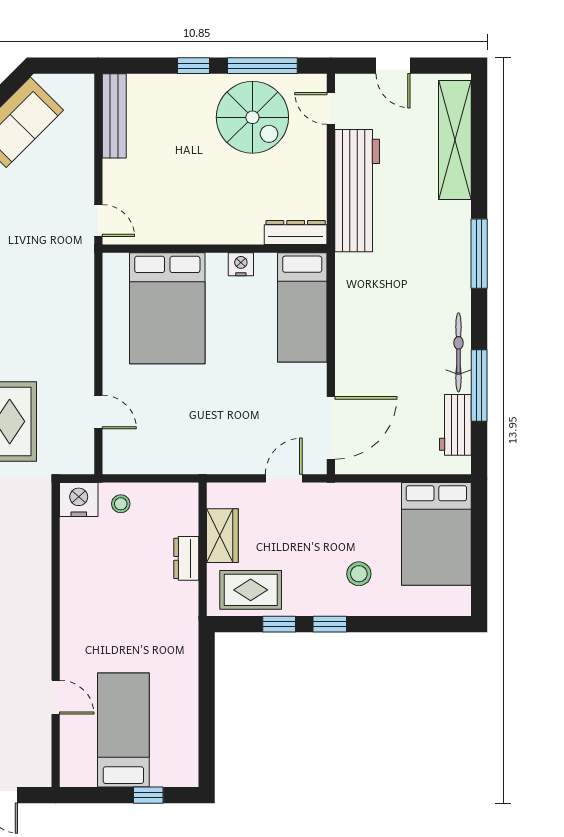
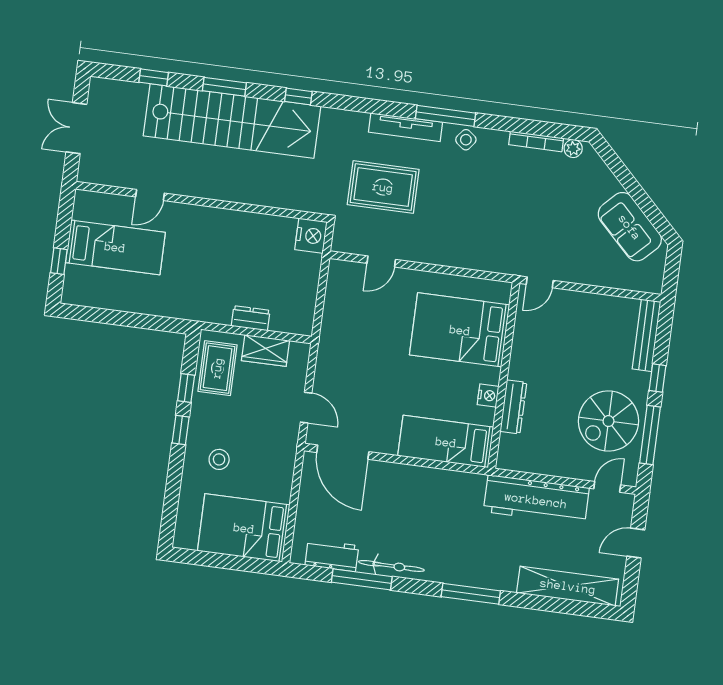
bench: (114, 116) -> (646, 335), moved, turned 90
dresser: (296, 232) -> (513, 407), moved
stool: (121, 504) -> (303, 270), removed

